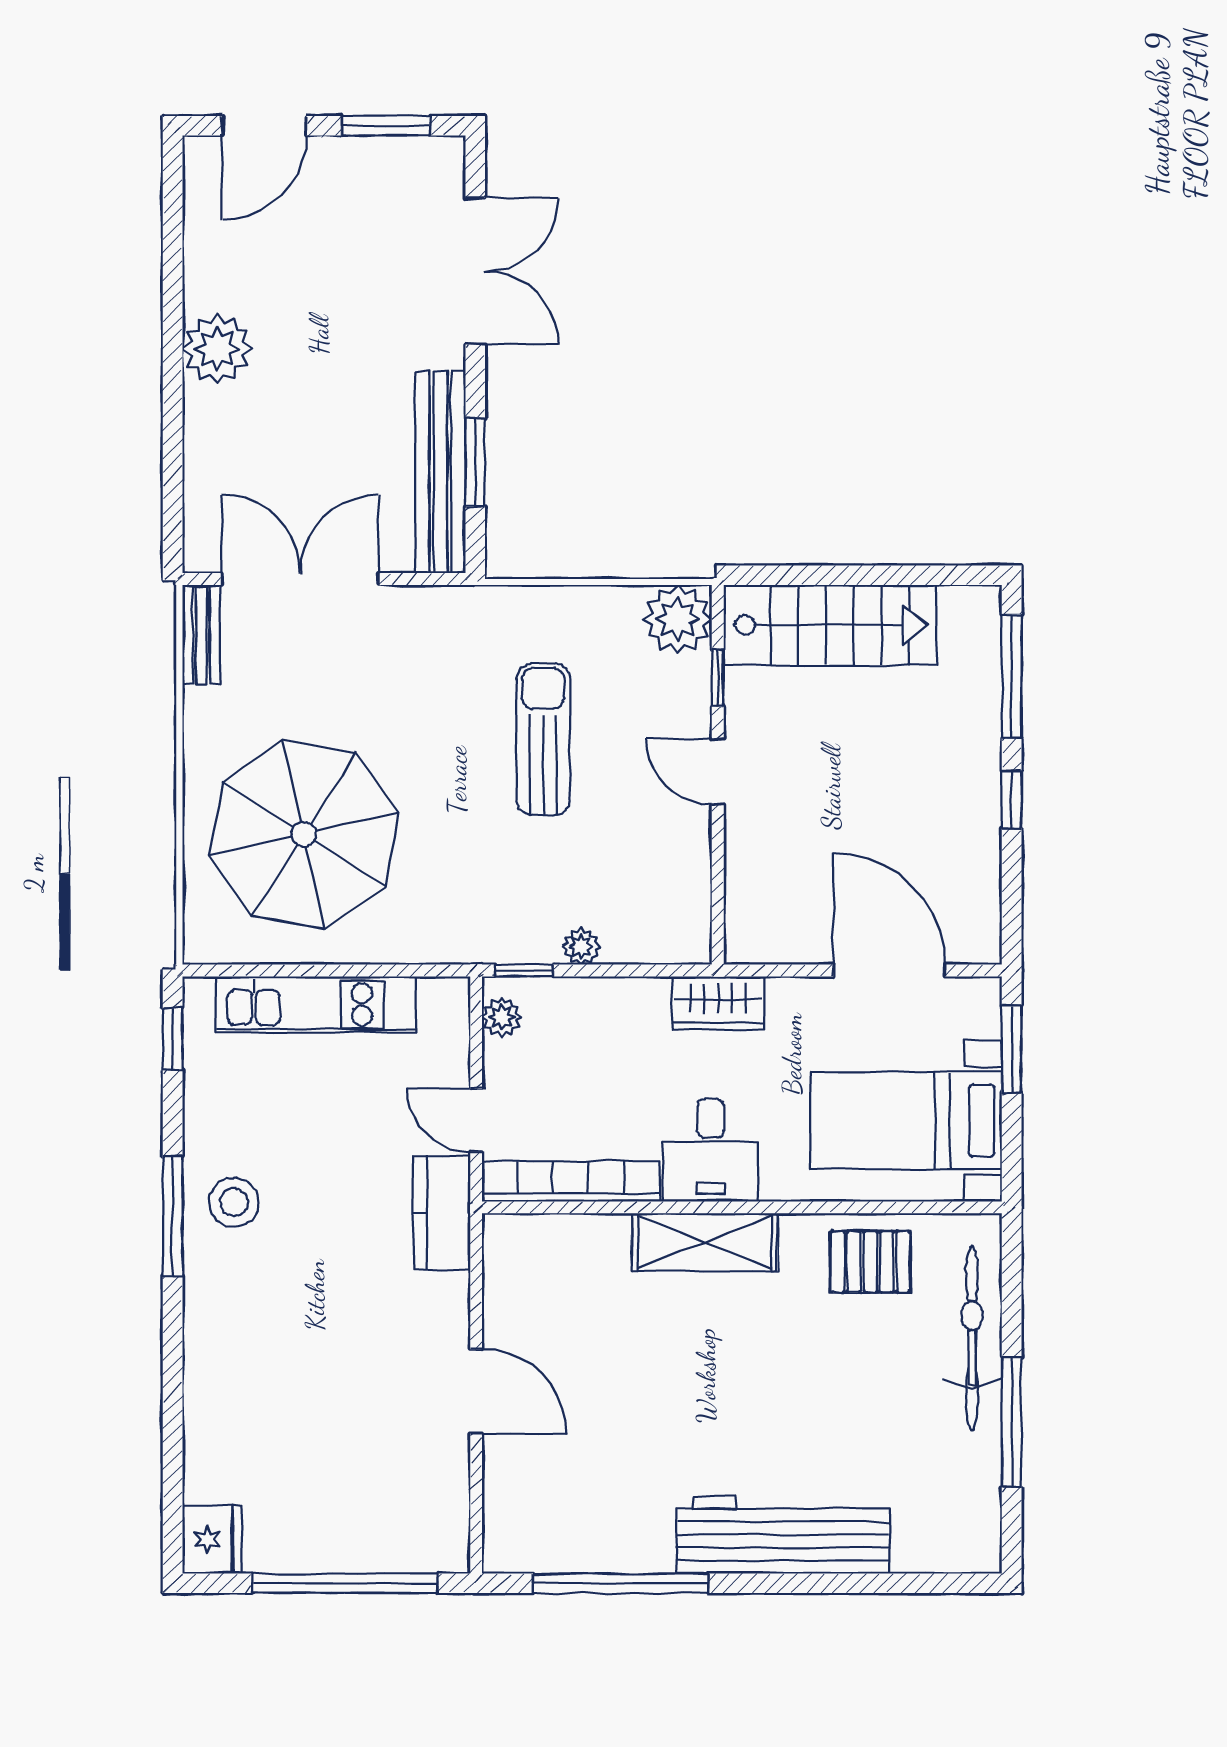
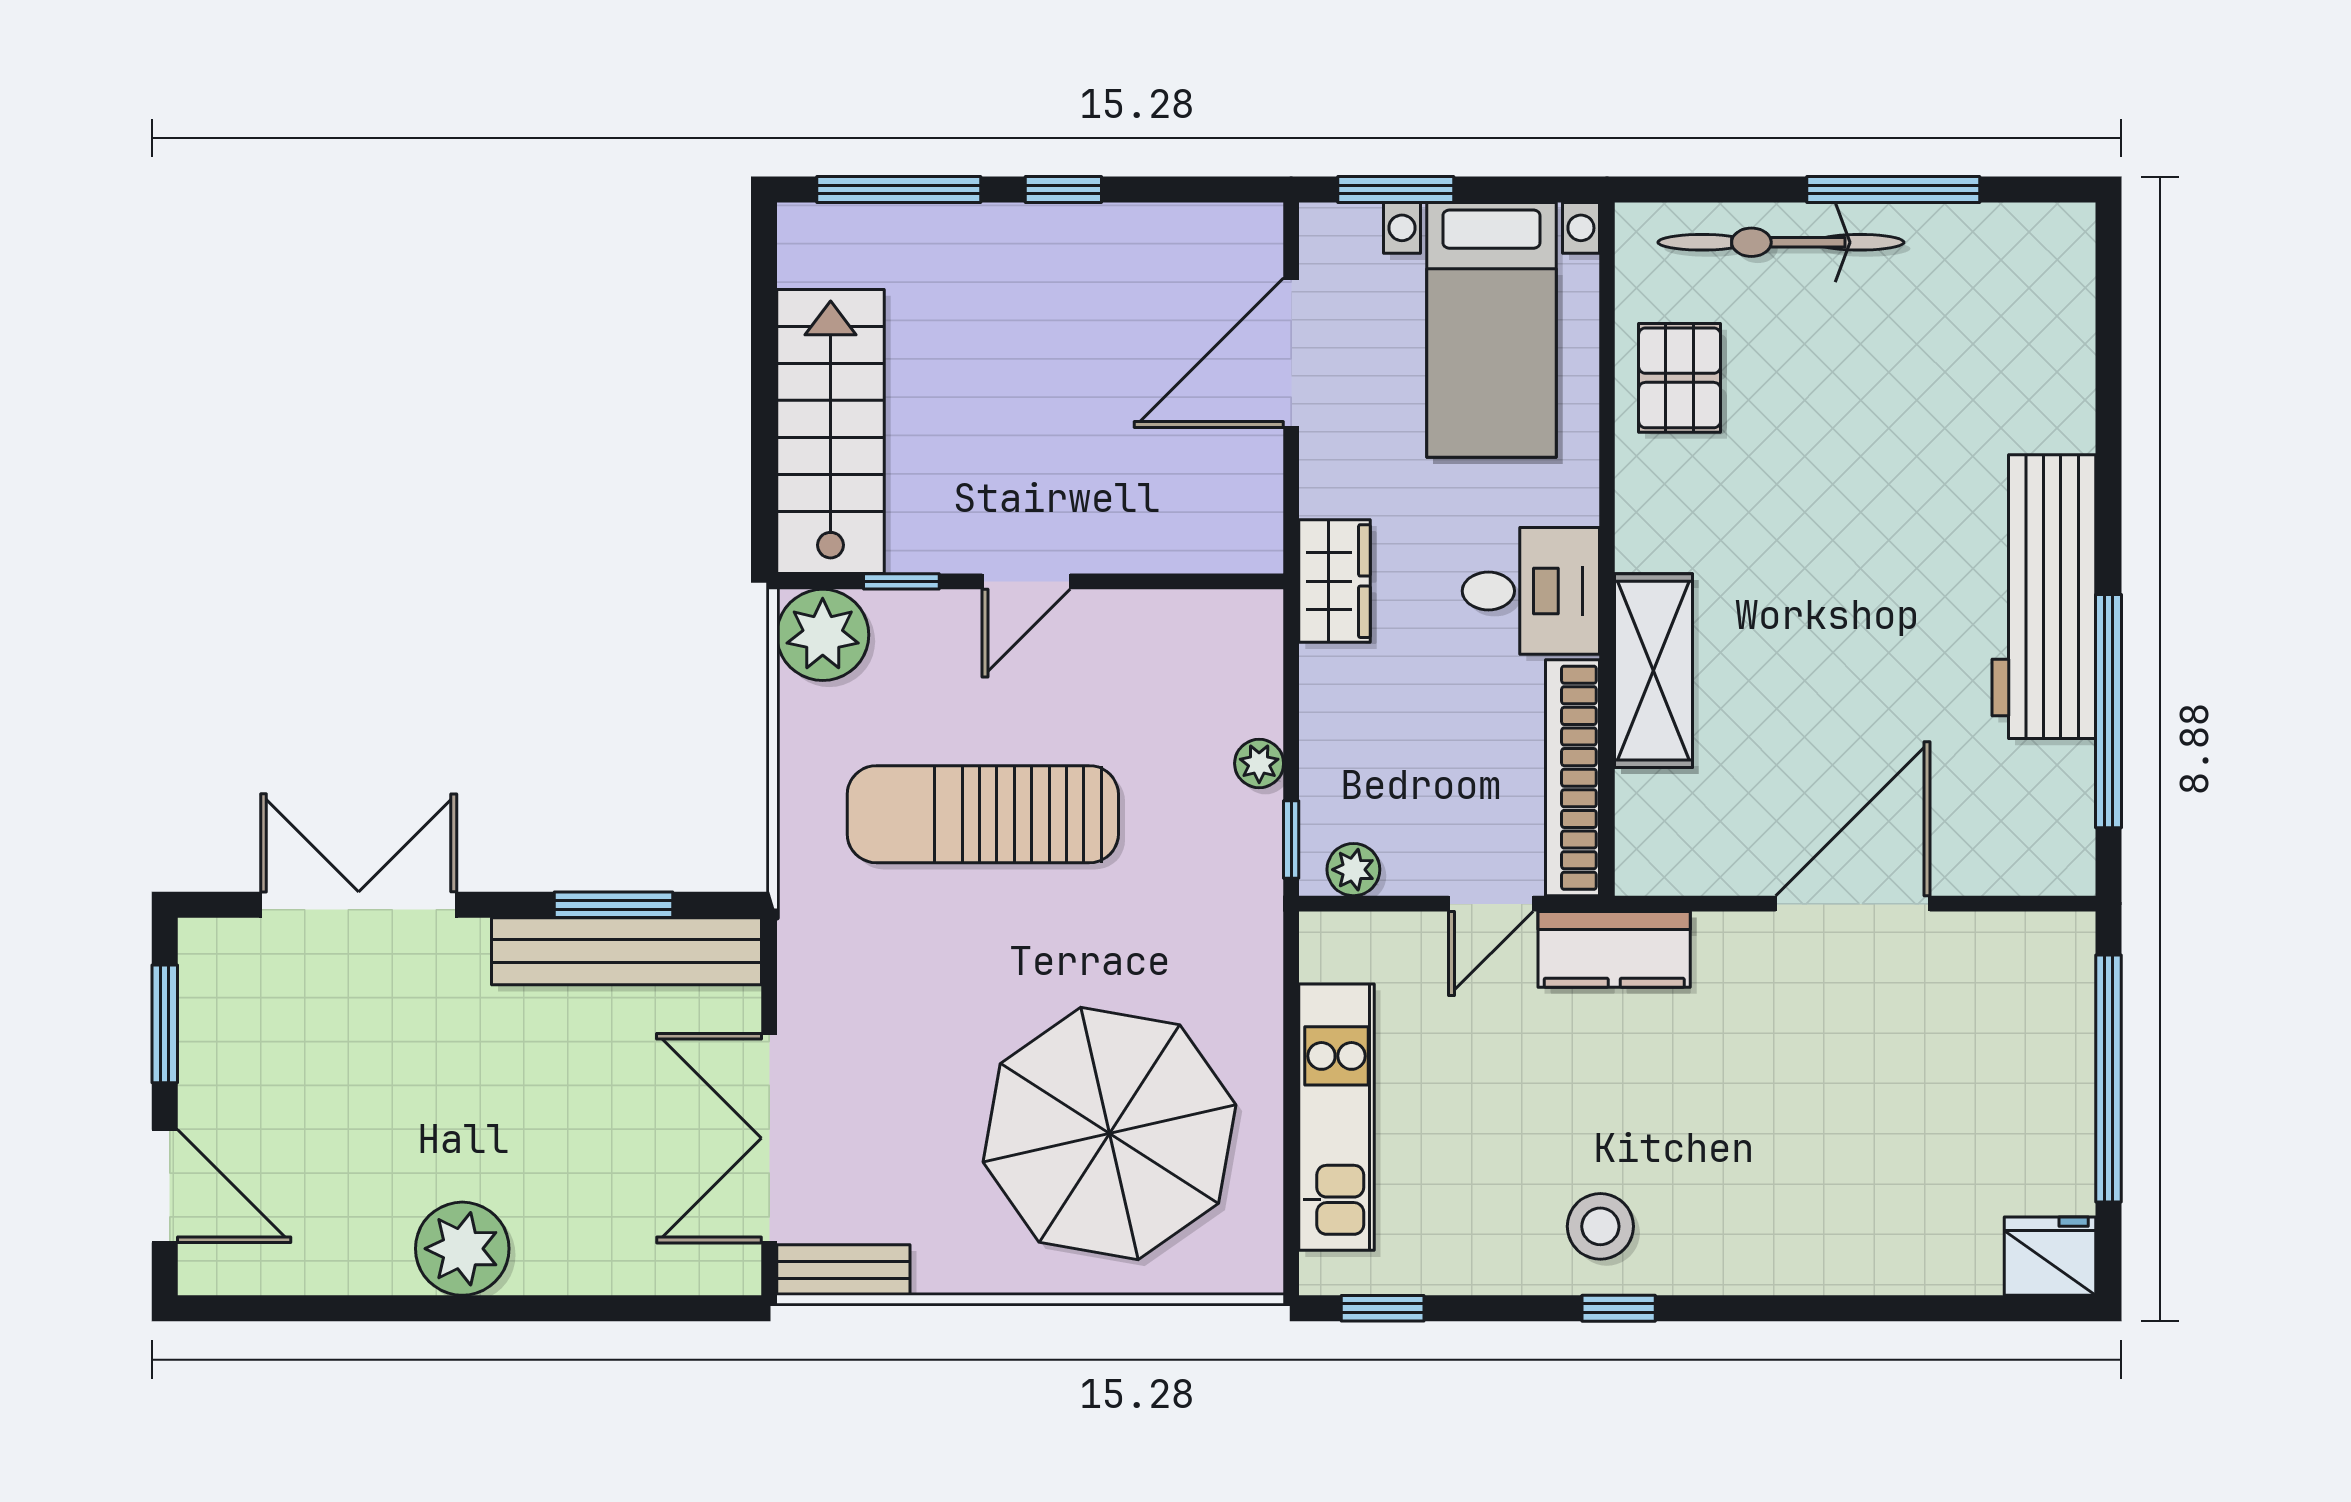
sun lounger: (543, 739) -> (983, 814), width x1.36, depth x1.34
window: (173, 1216) -> (1619, 1308), width x0.46
shelving: (705, 1242) -> (1654, 671), moved
door: (476, 1392) -> (1853, 904), width x1.36
workbench: (783, 1535) -> (2044, 597), moved

